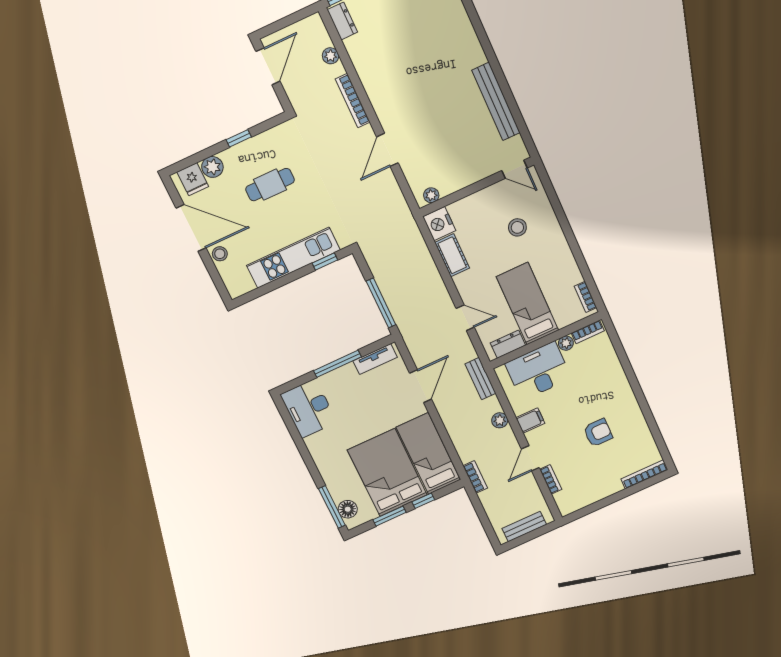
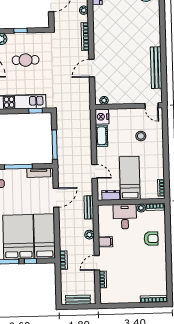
desk: (538, 371) -> (125, 217), width x0.73
armchair: (598, 433) -> (151, 239), moved

